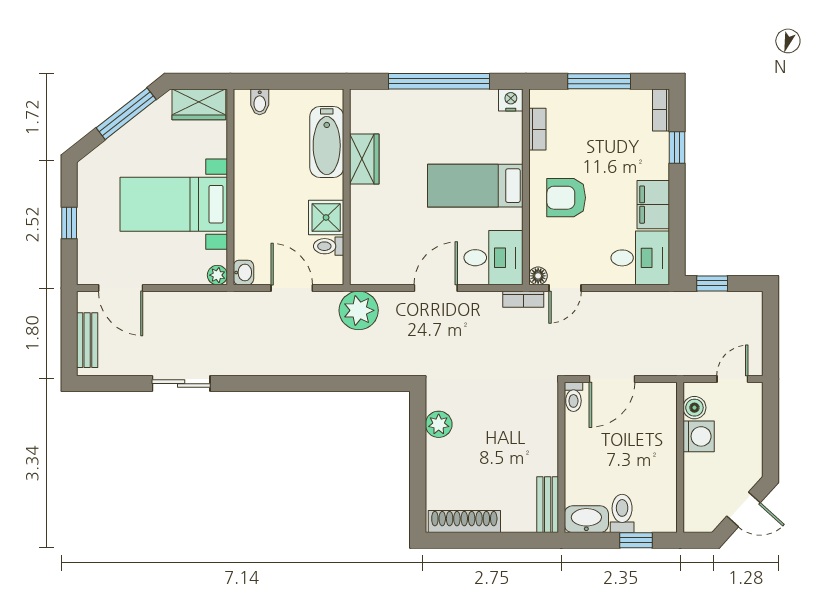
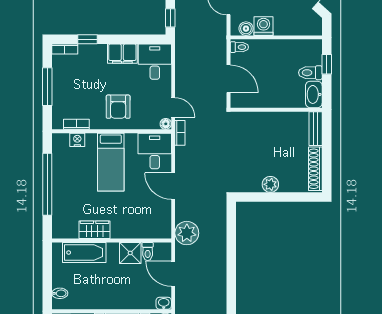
nightstand: (511, 100) -> (77, 140), moved, turned 90
door: (292, 288) -> (173, 274), hinge flipped
toilet: (573, 397) -> (239, 47), moved
plant: (439, 424) -> (270, 184), moved
bench: (548, 505) -> (316, 129), moved, turned 90

